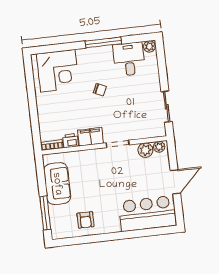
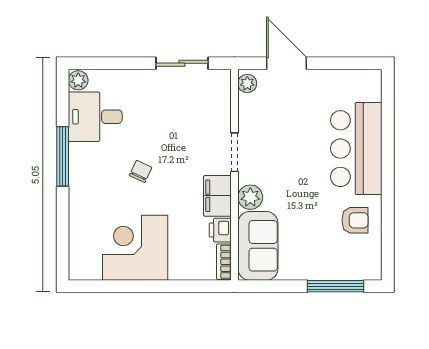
corner desk: (58, 71) -> (135, 248), moved, turned -90
plant: (145, 150) -> (250, 197), moved
door: (175, 182) -> (286, 63), moved
sofa: (57, 184) -> (258, 246), moved, turned 90
bar counter: (147, 214) -> (356, 149), moved

